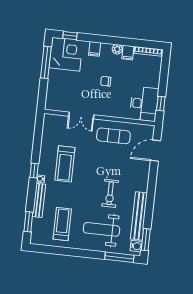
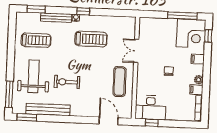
treadmill: (65, 164) -> (91, 39), turned 180
water cooler: (136, 246) -> (20, 109), removed

